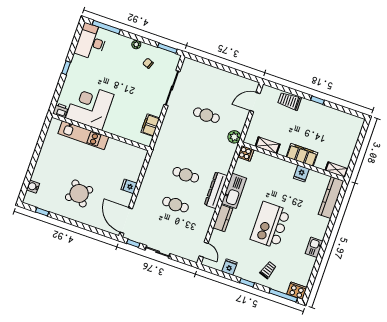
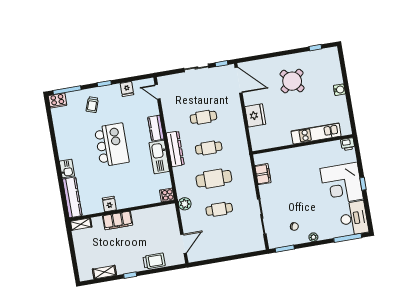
corner desk: (90, 106) -> (342, 184), moved, turned 90
cafe table: (196, 145) -> (214, 179), added
shelving: (268, 145) -> (104, 272), moved
fridge: (129, 186) -> (255, 115), width x1.88, depth x1.34
water cooler: (33, 187) -> (339, 90), moved
kitchen sink: (314, 247) -> (67, 168), moved

